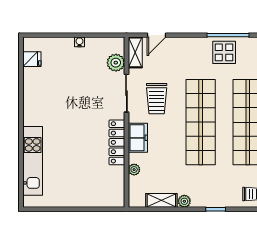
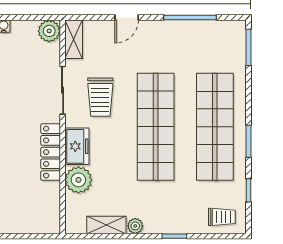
door: (157, 35) -> (127, 18), moved
display table: (224, 52) -> (185, 39), removed
plant: (116, 63) -> (49, 31), moved
plant: (134, 170) -> (78, 180), width x1.87, depth x1.87

